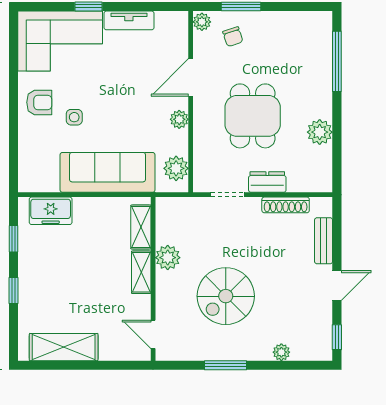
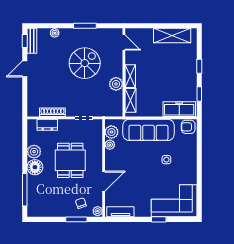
tv unit: (129, 20) -> (120, 212), moved
armchair: (39, 102) -> (188, 127), moved
floor lamp: (318, 103) -> (35, 167), added
plant: (179, 119) -> (110, 145), moved
dresser: (267, 182) -> (47, 125), moved
freezer: (51, 211) -> (179, 109), width x1.40
bench: (324, 241) -> (32, 41), moved

